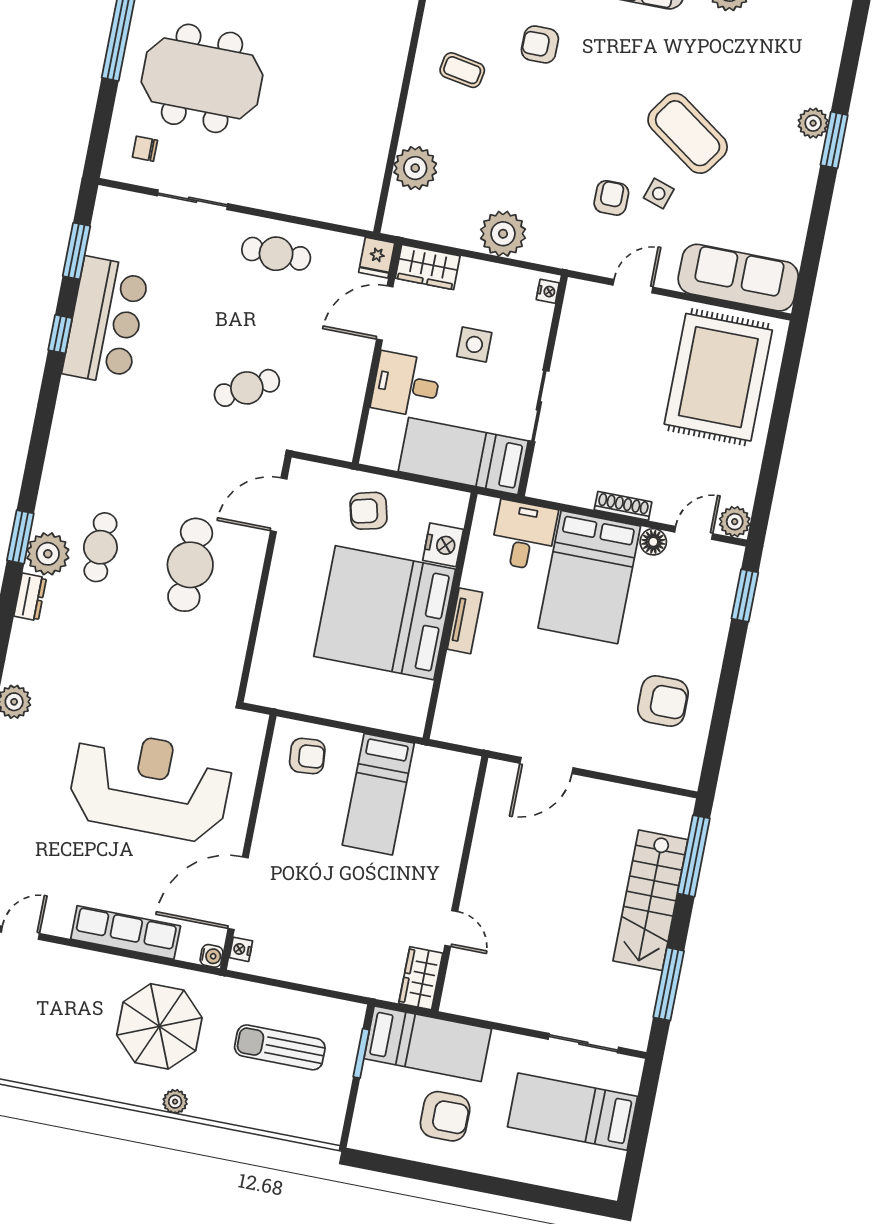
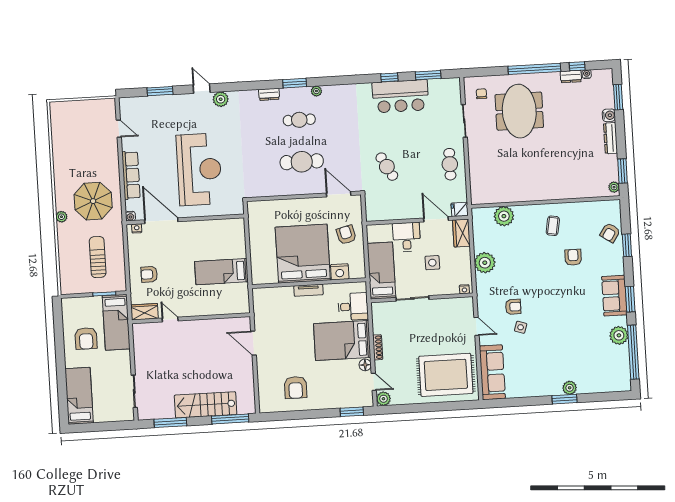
coffee table: (688, 133) -> (551, 333), removed
plant: (48, 554) -> (316, 91), moved, width x0.53, depth x0.53
armchair: (307, 756) -> (149, 274), moved, turned 95
door: (451, 928) -> (170, 320), swing flipped
bed: (572, 1112) -> (79, 396), moved

